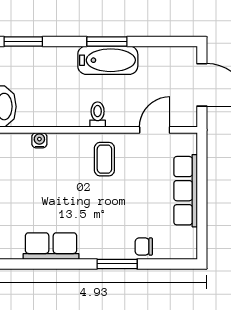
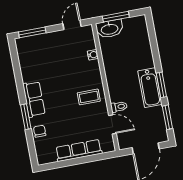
window: (23, 41) -> (167, 117), moved
toilet: (98, 115) -> (119, 107), moved
row of seats: (51, 246) -> (34, 99), moved

